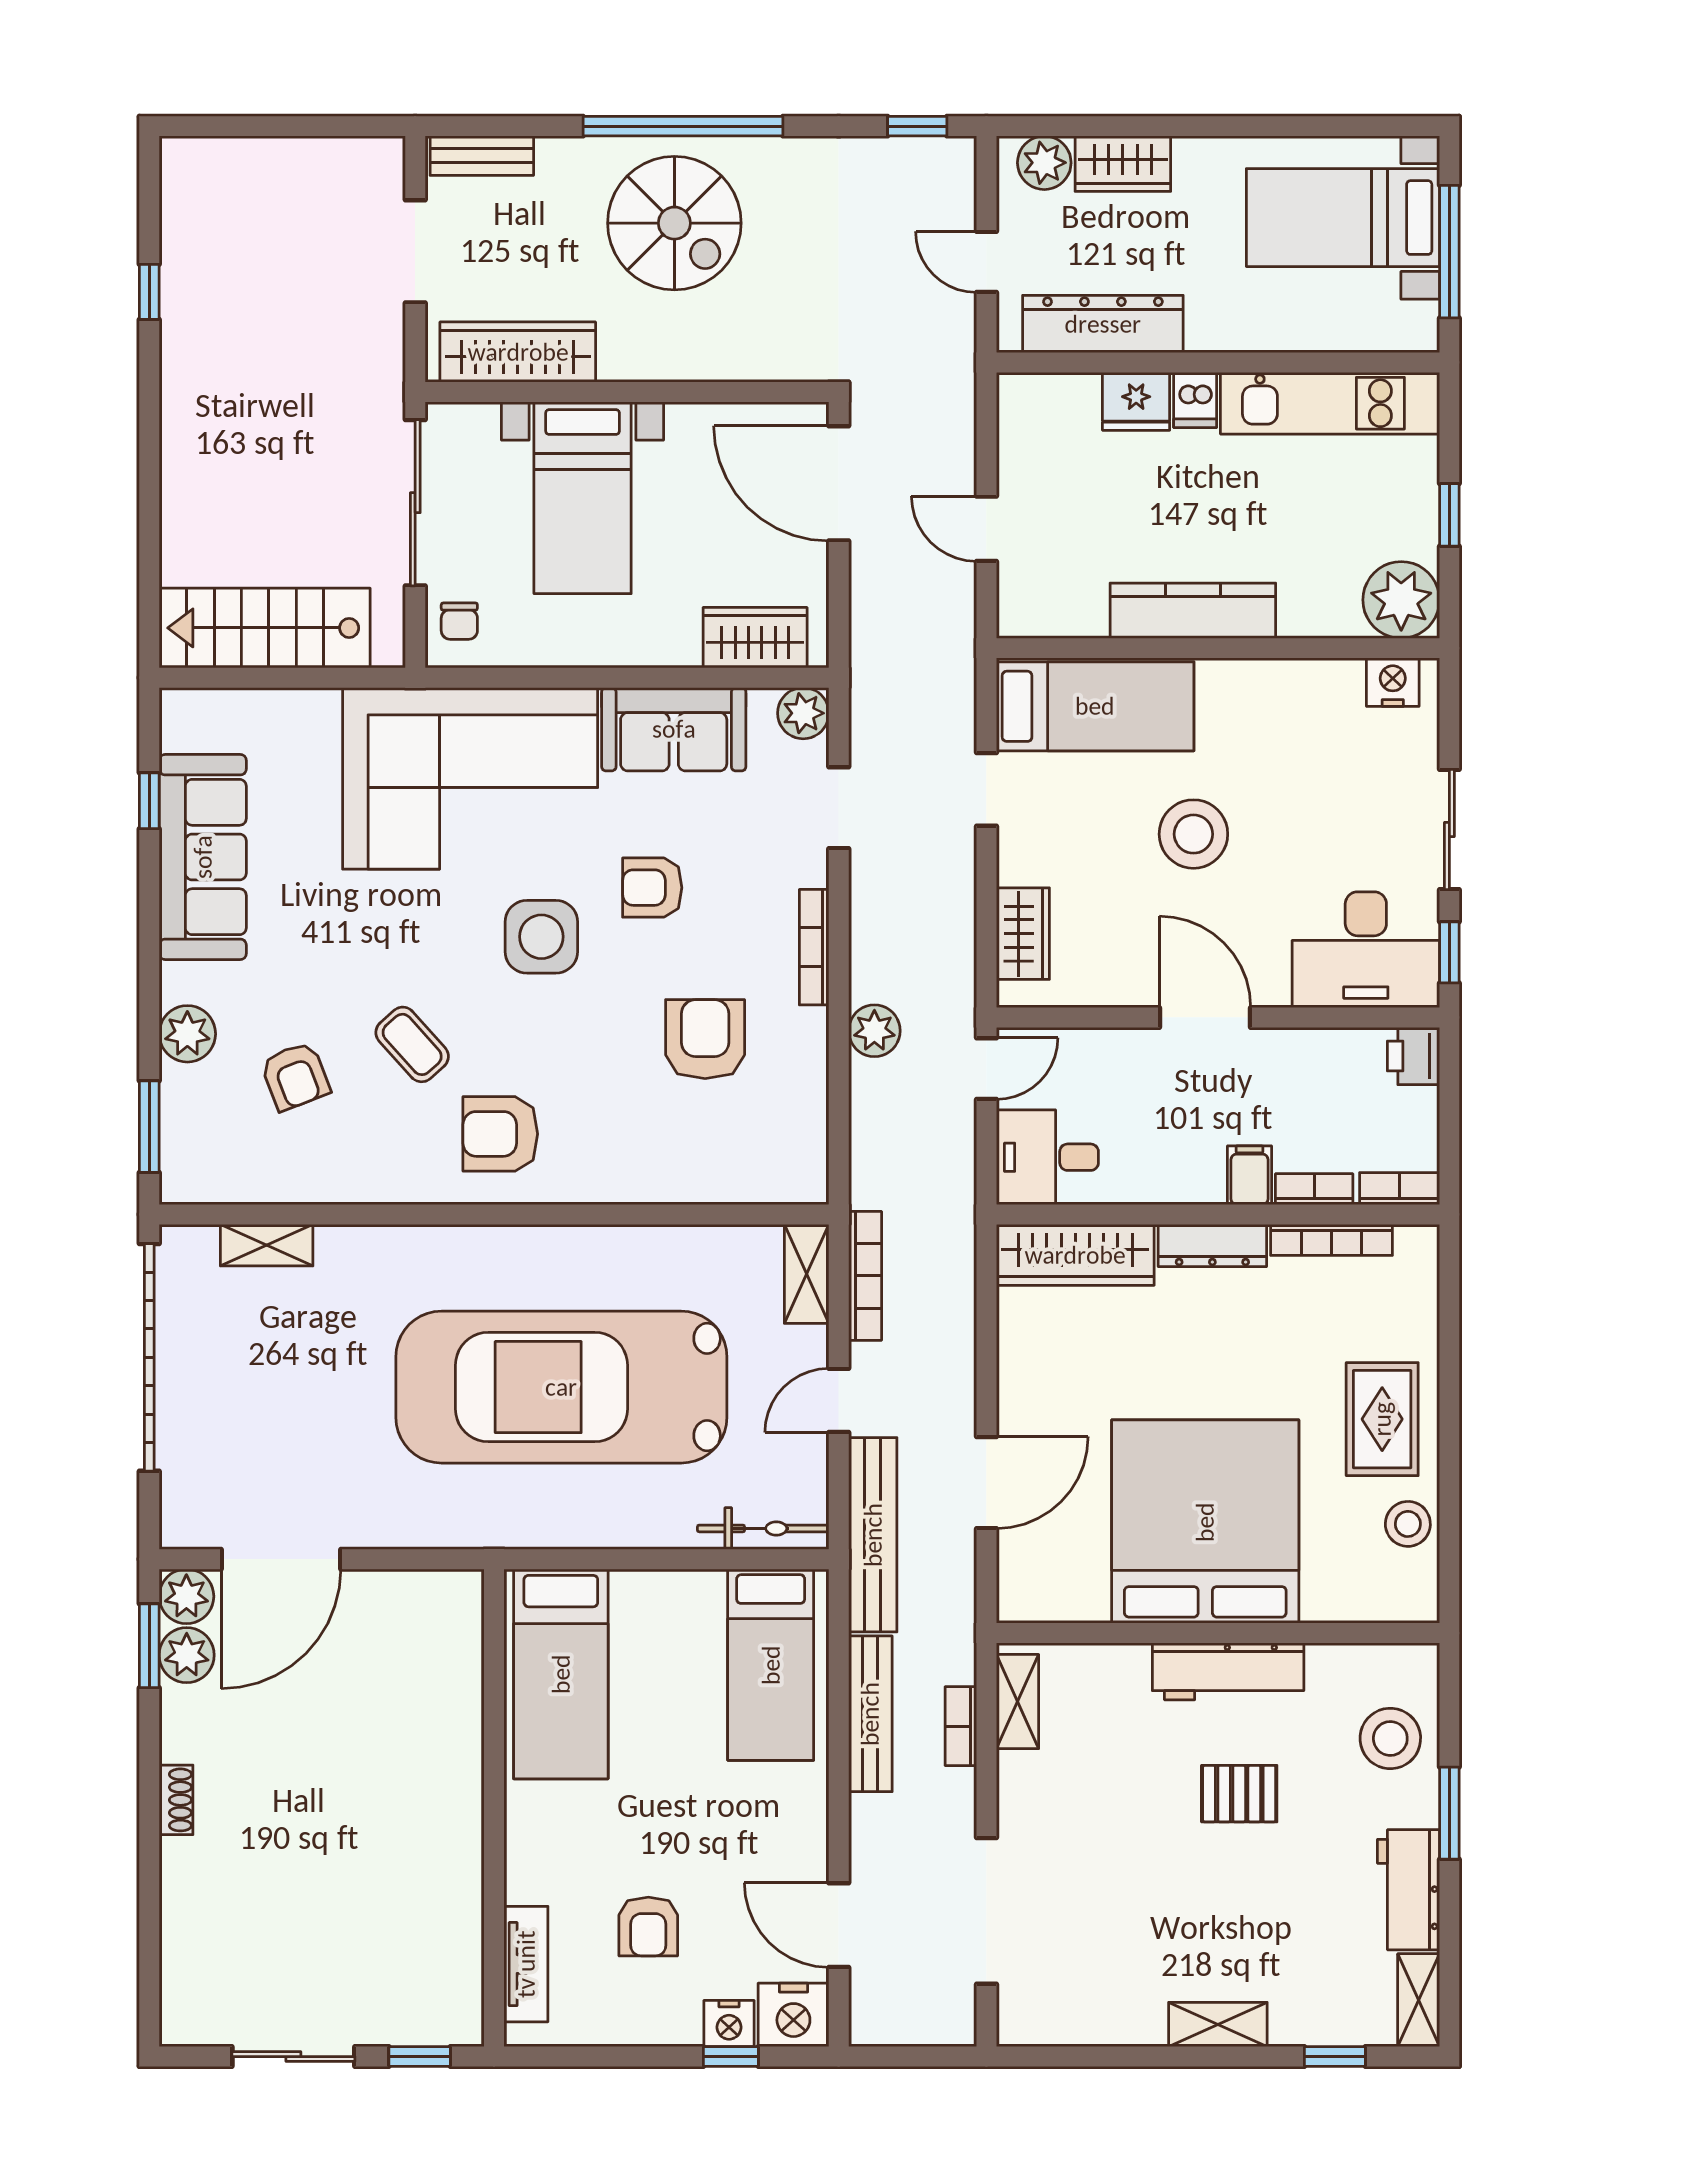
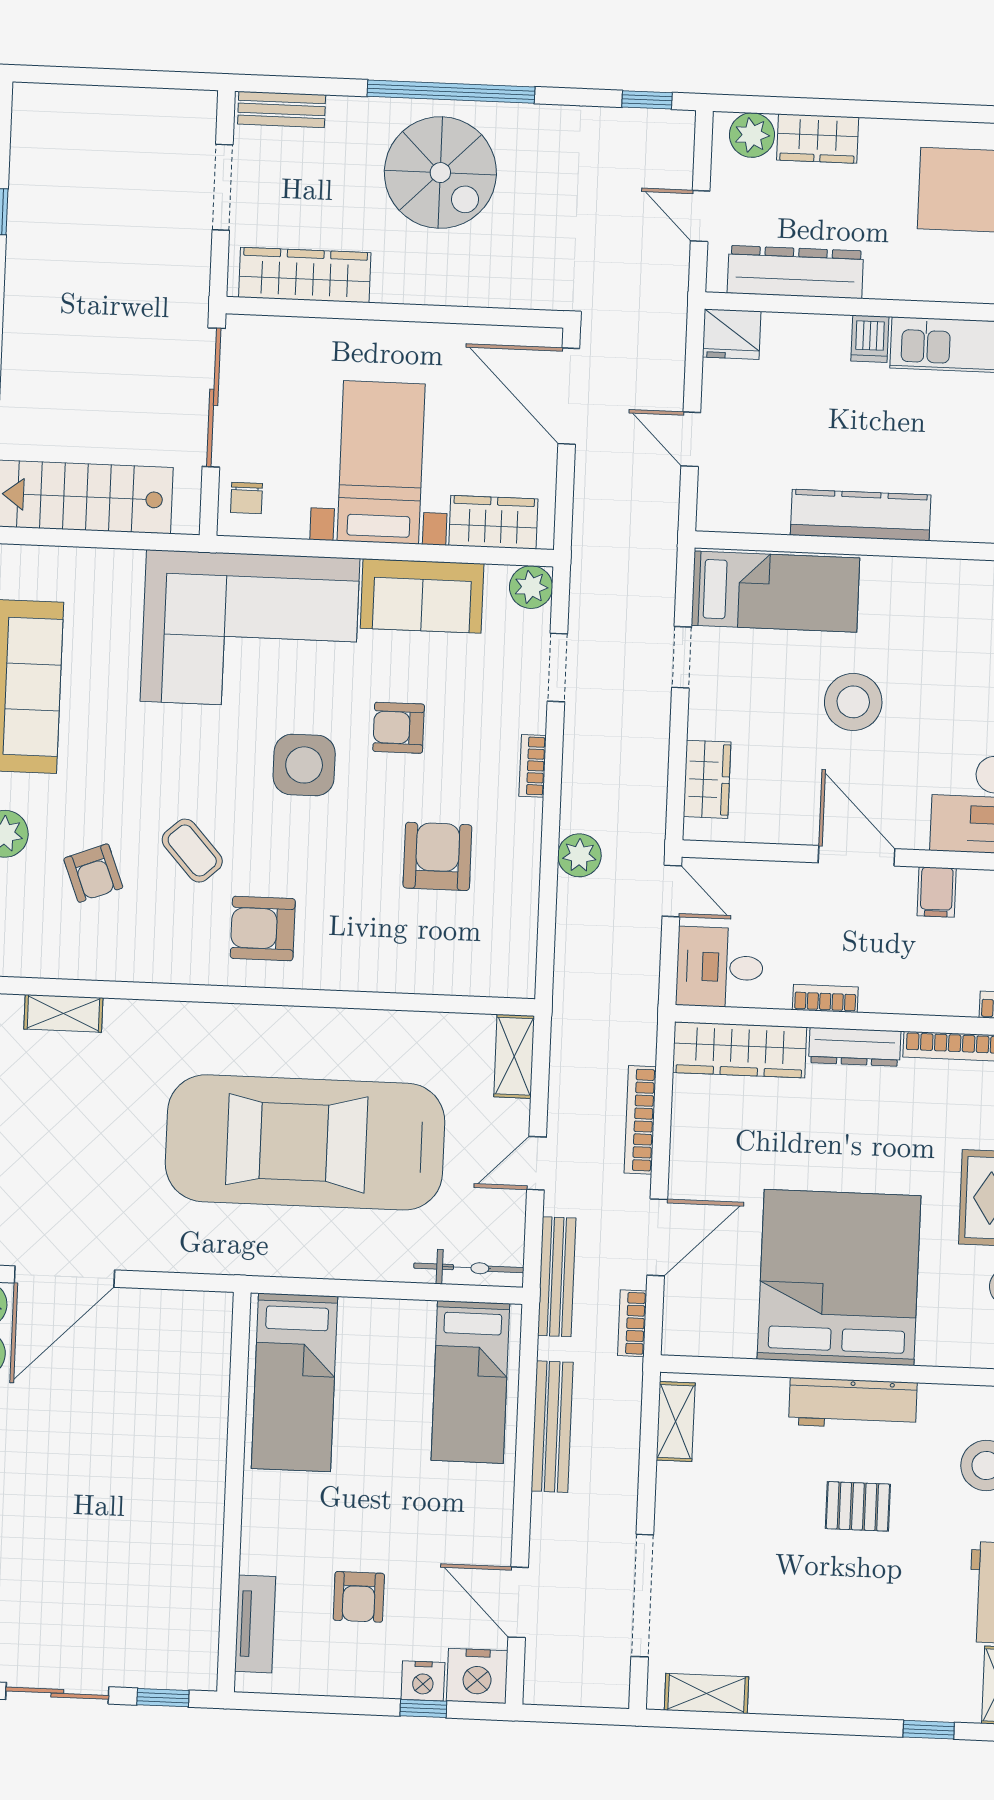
fridge: (1136, 401) -> (732, 334), moved
bed with nightstands: (583, 498) -> (381, 462), moved, turned 180
bookcase: (814, 947) -> (533, 766), width x0.64
door: (986, 1069) -> (672, 891), hinge flipped
filing cabinet: (1249, 1175) -> (937, 892), moved, turned 180
bookcase: (1314, 1189) -> (825, 998), moved
bookcase: (865, 1276) -> (640, 1120), moved, turned 180
bench: (873, 1535) -> (557, 1277), width x0.73, depth x0.82
bookcase: (961, 1726) -> (632, 1323), moved
shelving: (1218, 2024) -> (707, 1694), moved

